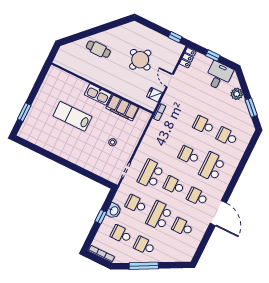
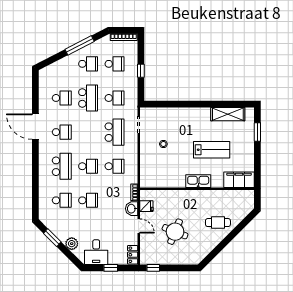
filing cabinet: (122, 108) -> (239, 180), moved
shelving: (43, 141) -> (228, 114), added
school desk: (174, 185) -> (114, 166), moved
washbasin: (114, 211) -> (132, 209), moved

